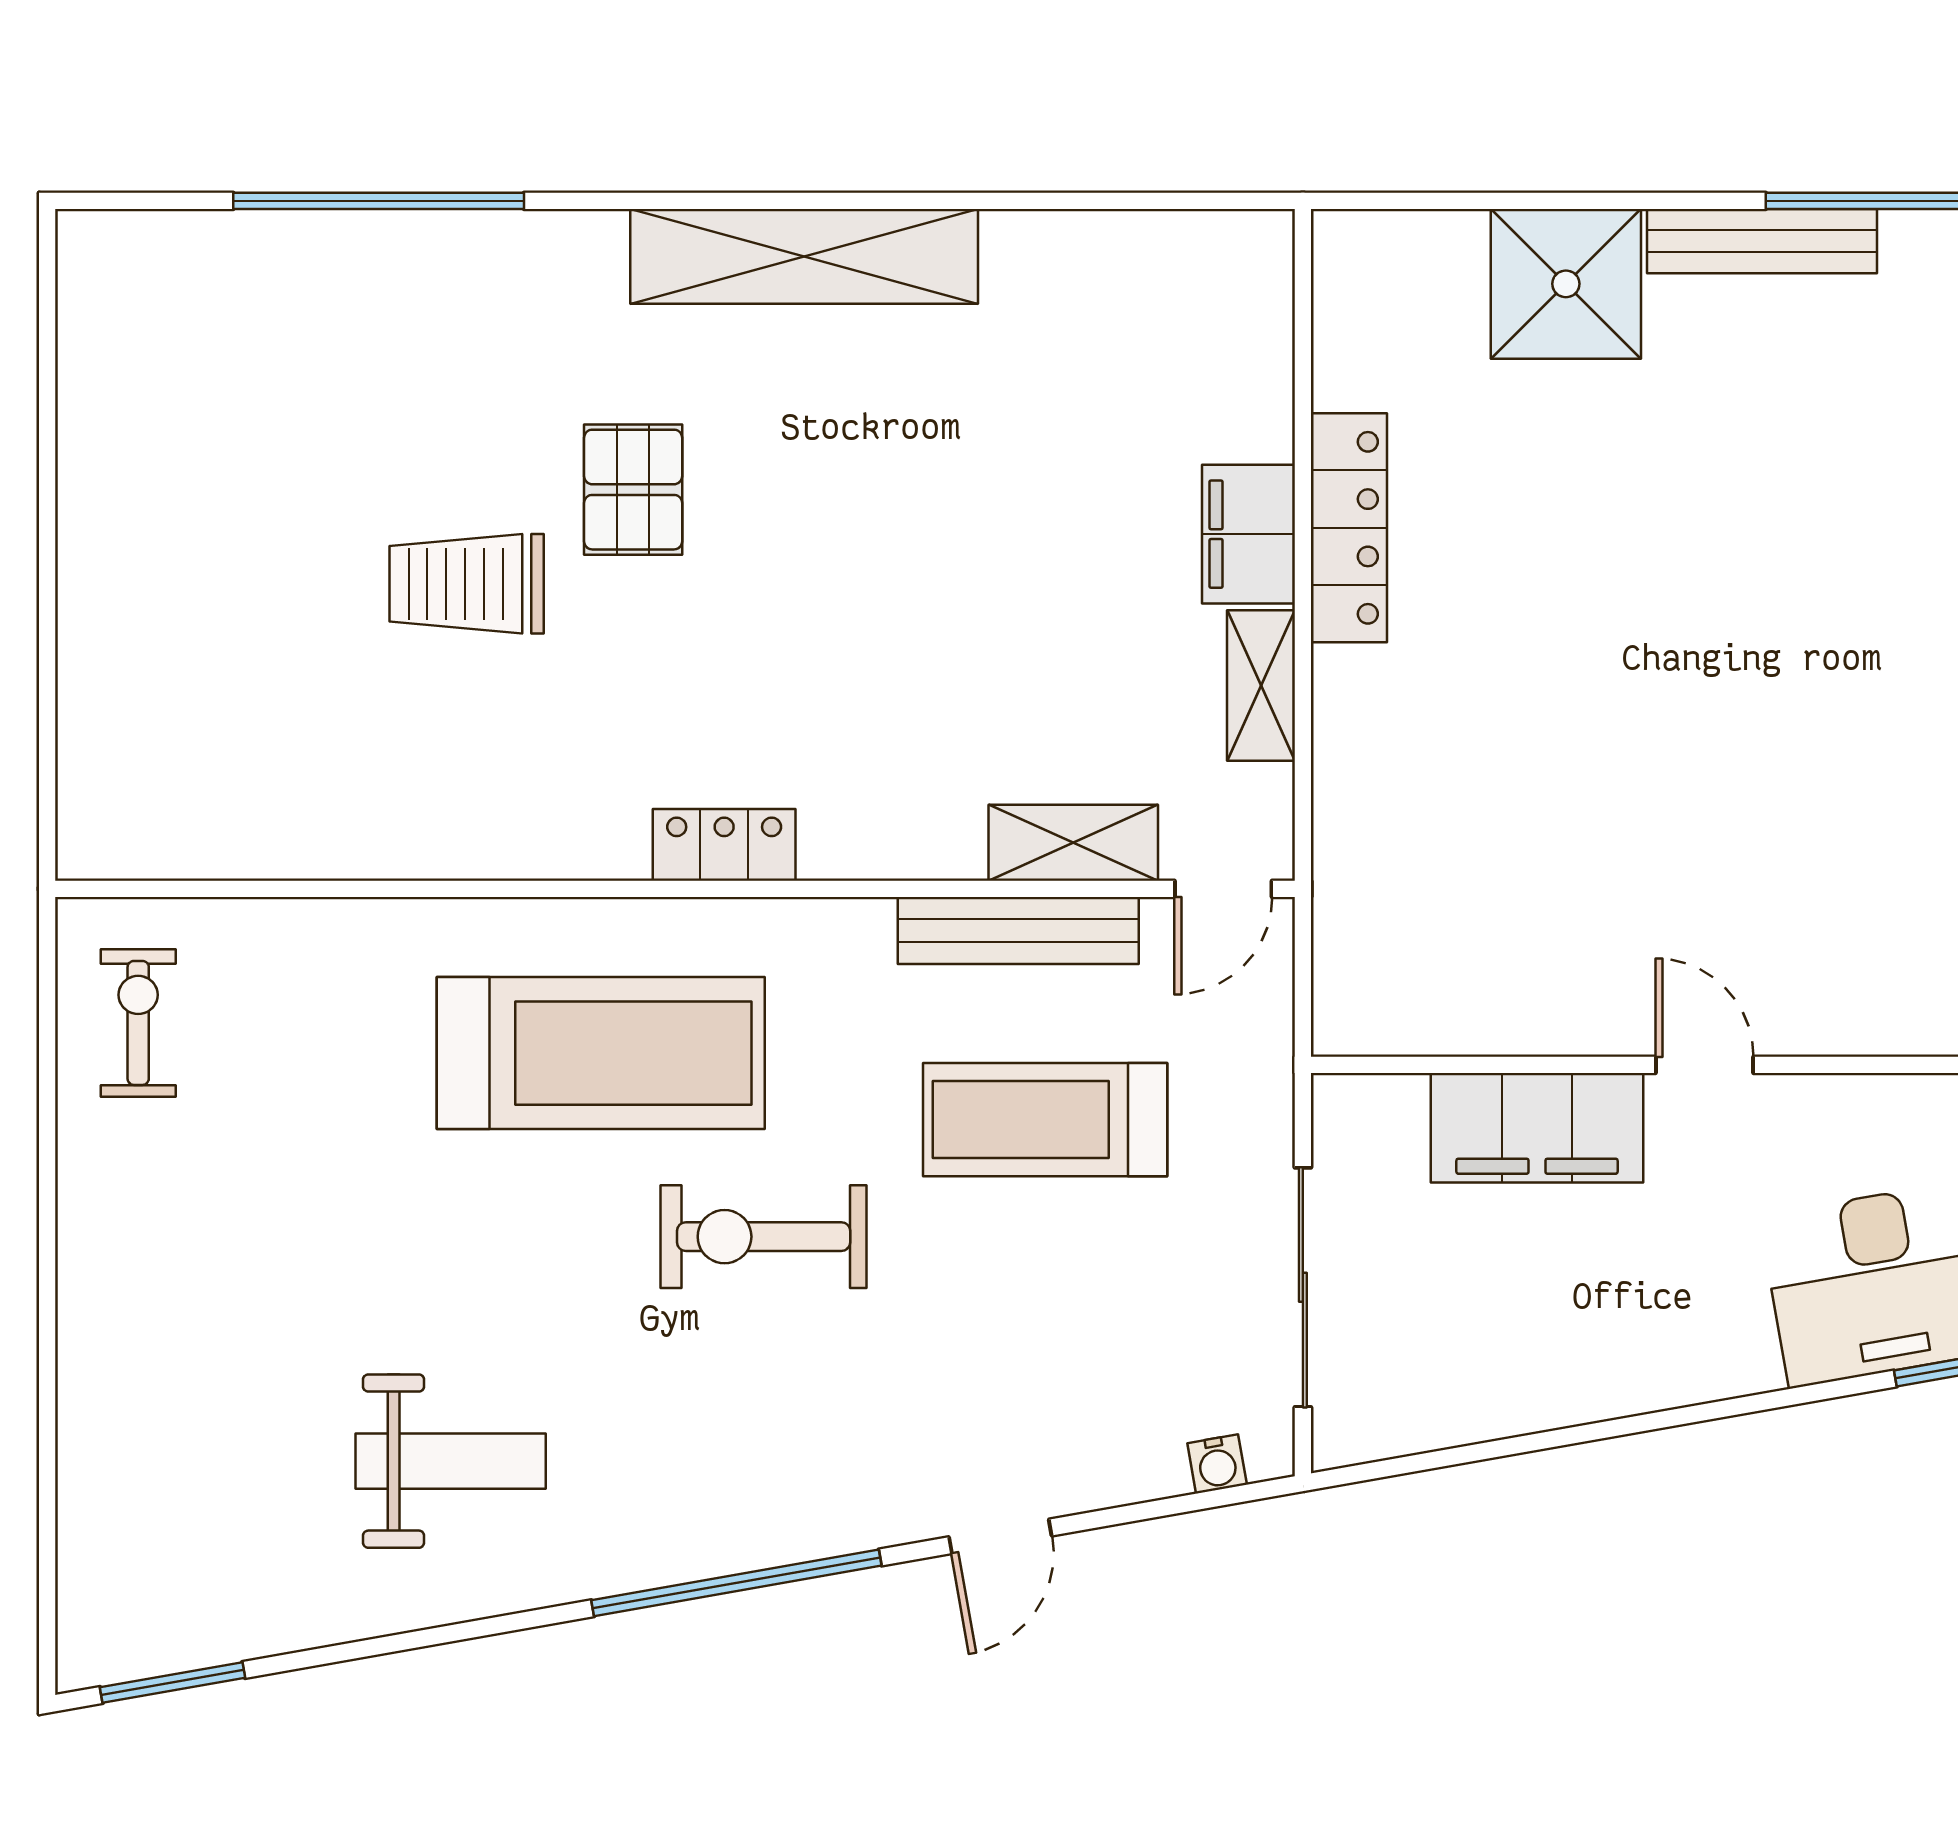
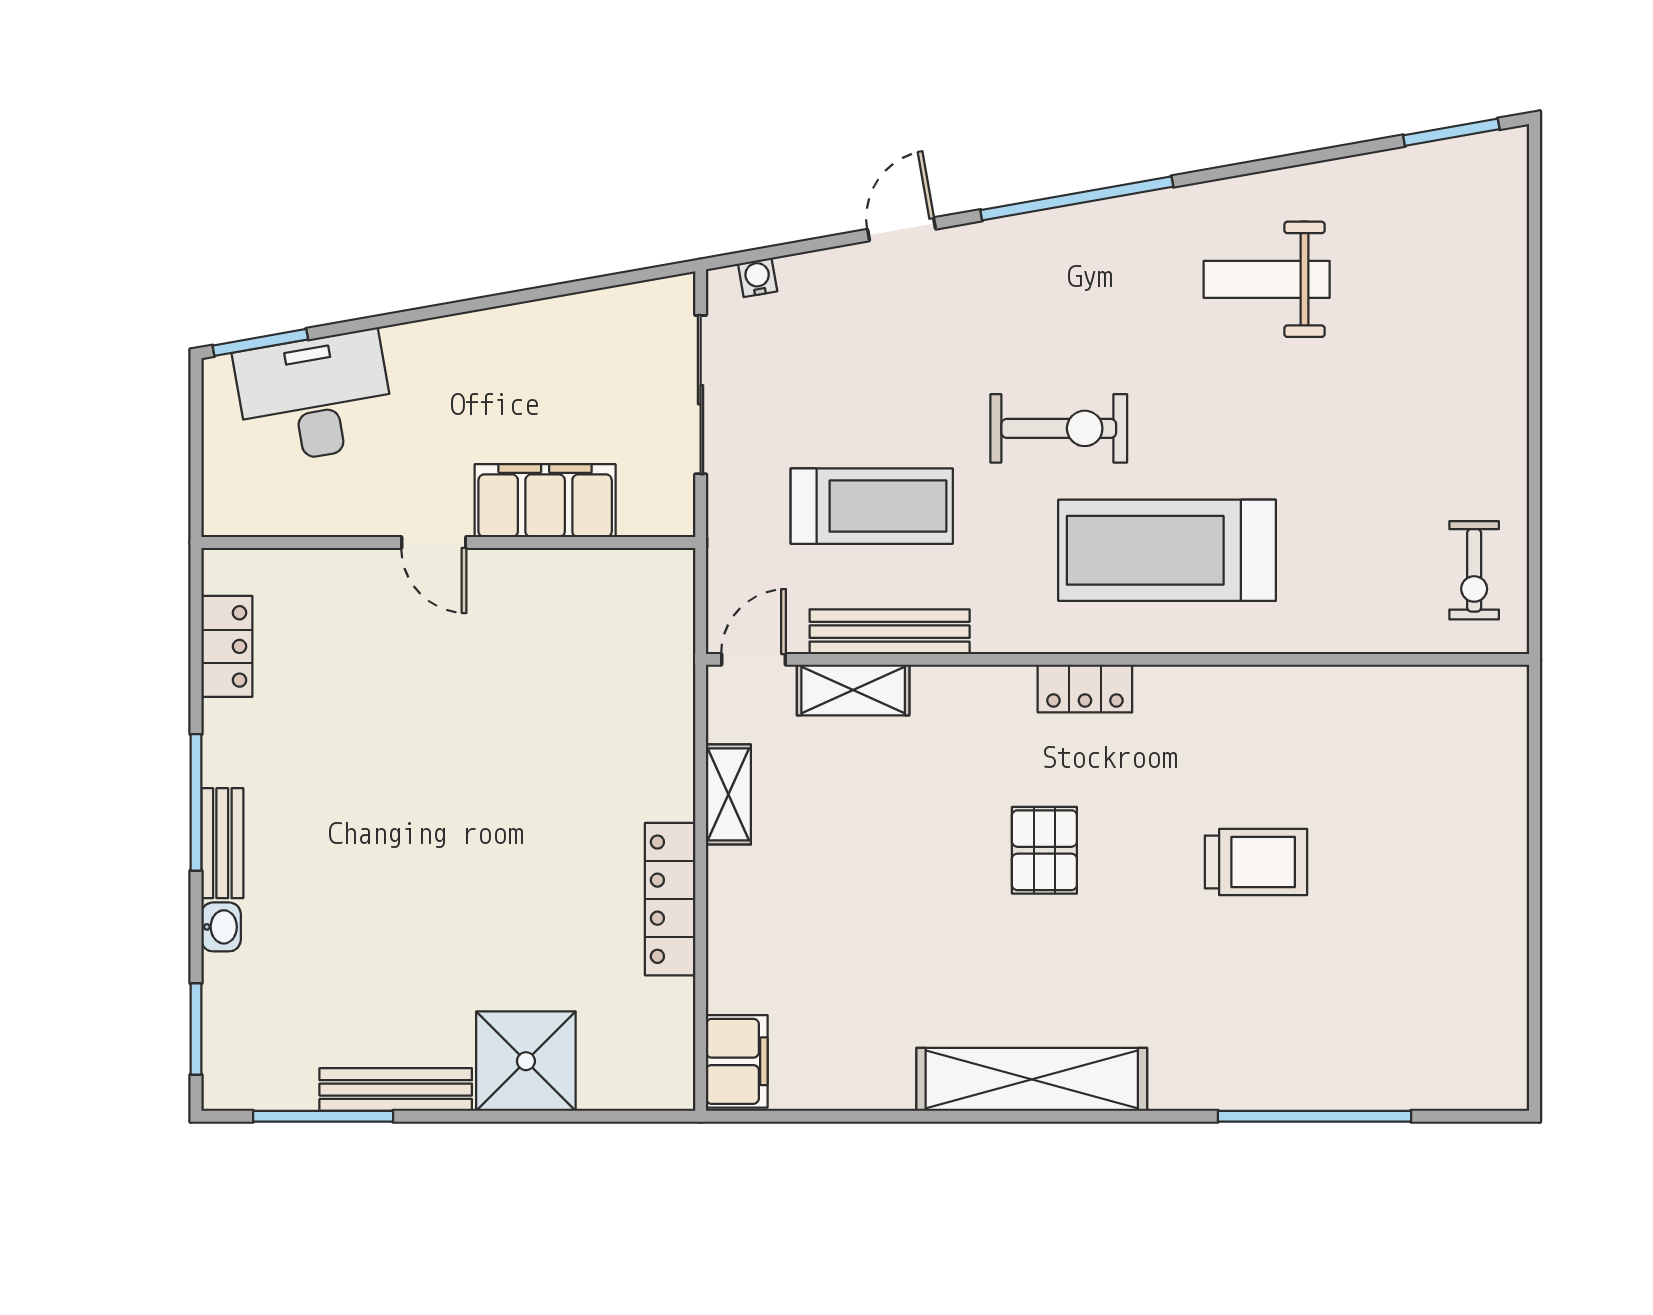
pallet: (633, 490) -> (1044, 850), moved
filing cabinet: (1248, 534) -> (737, 1061), moved

